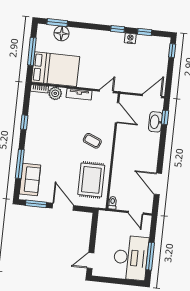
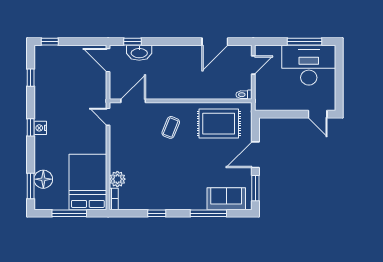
window: (118, 29) -> (31, 127), moved
nightstand: (130, 38) -> (40, 128), moved
tv unit: (79, 94) -> (115, 150), removed

